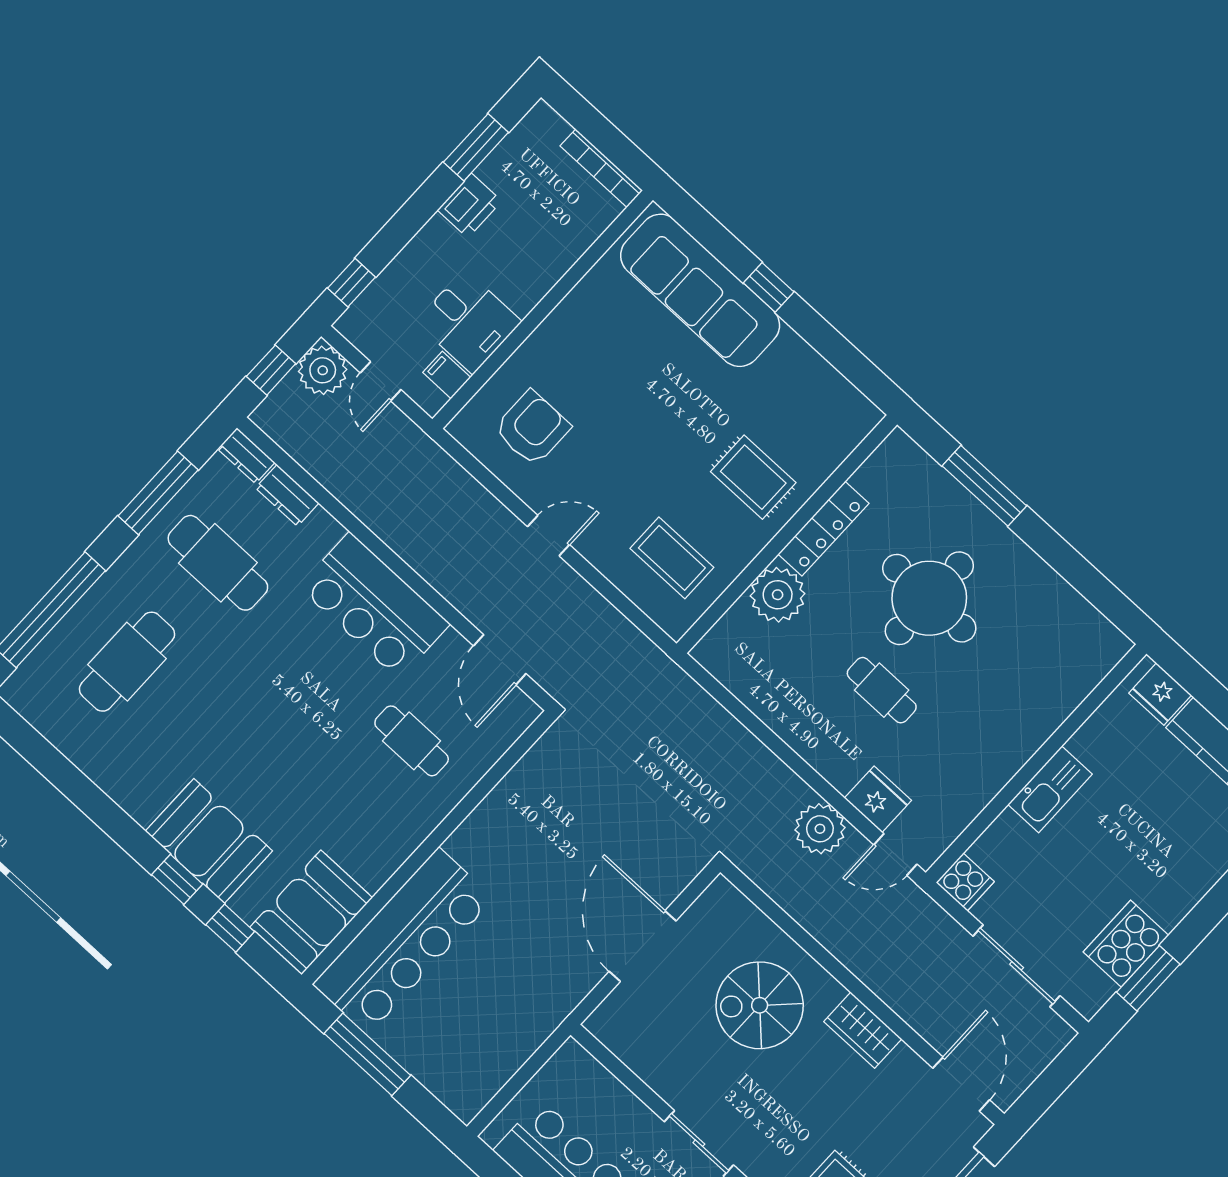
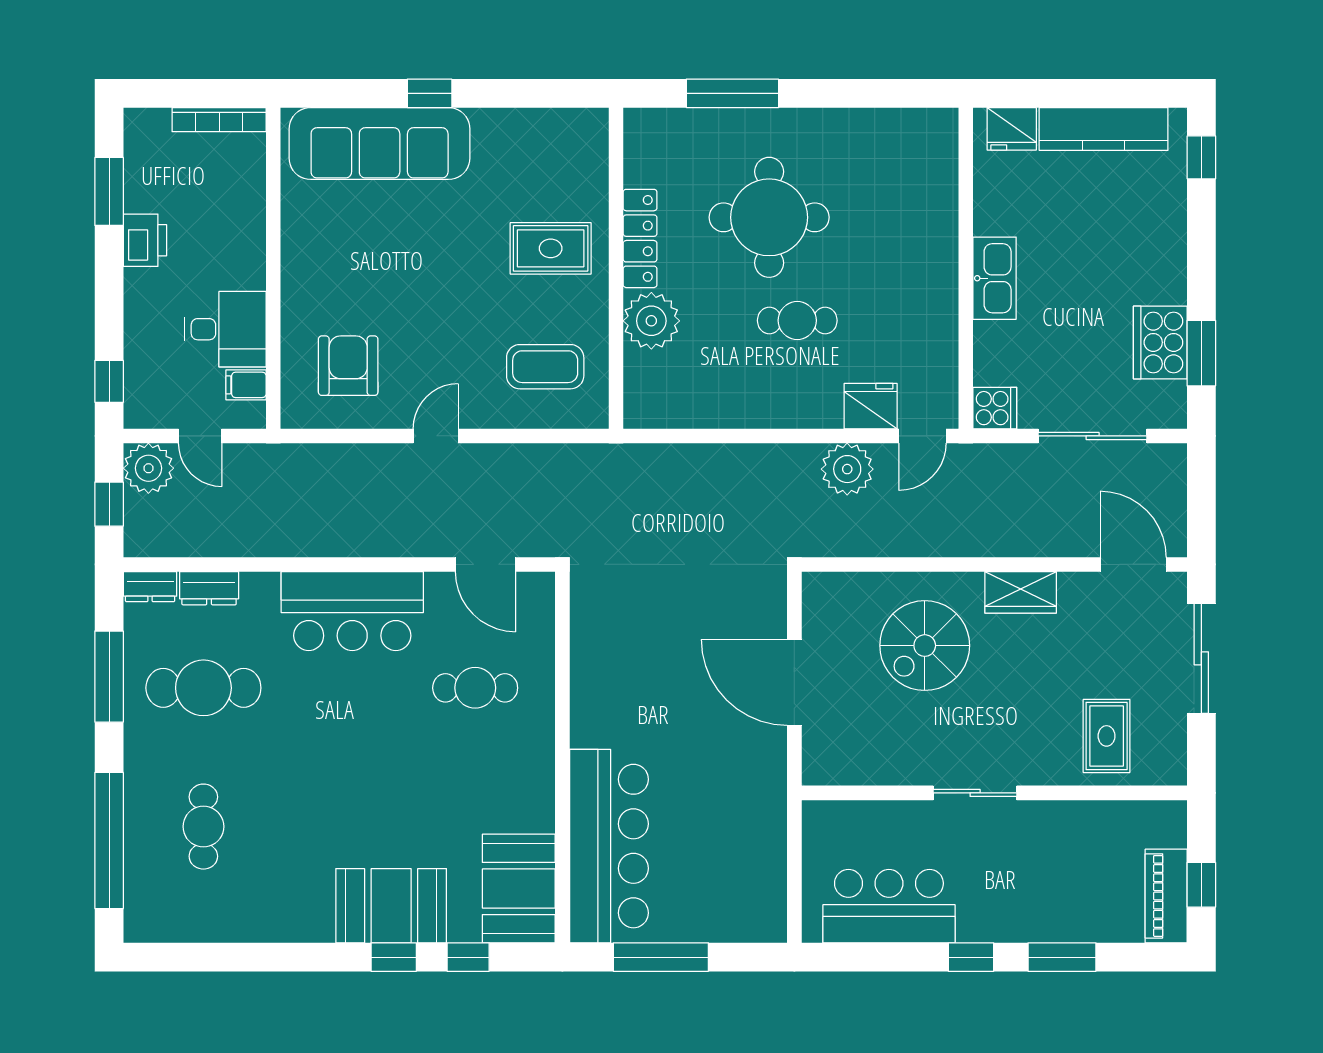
cafe table: (127, 662) -> (203, 827), width x0.73, depth x0.74

